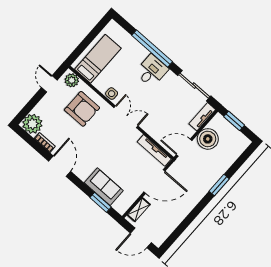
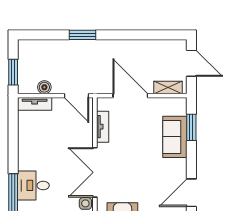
sliding door: (194, 86) -> (13, 136), removed
double door: (126, 117) -> (95, 172), width x1.37
boiler: (208, 139) -> (44, 87), width x0.54, depth x0.54
tv unit: (154, 150) -> (103, 127), width x0.71

